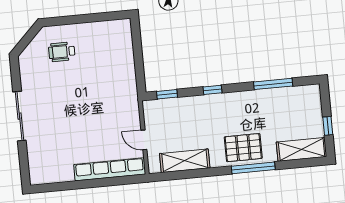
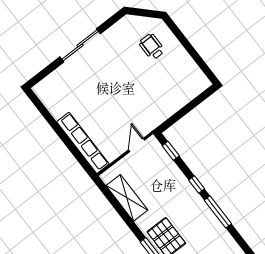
window: (273, 84) -> (218, 212), moved
door: (144, 140) -> (137, 145), moved

